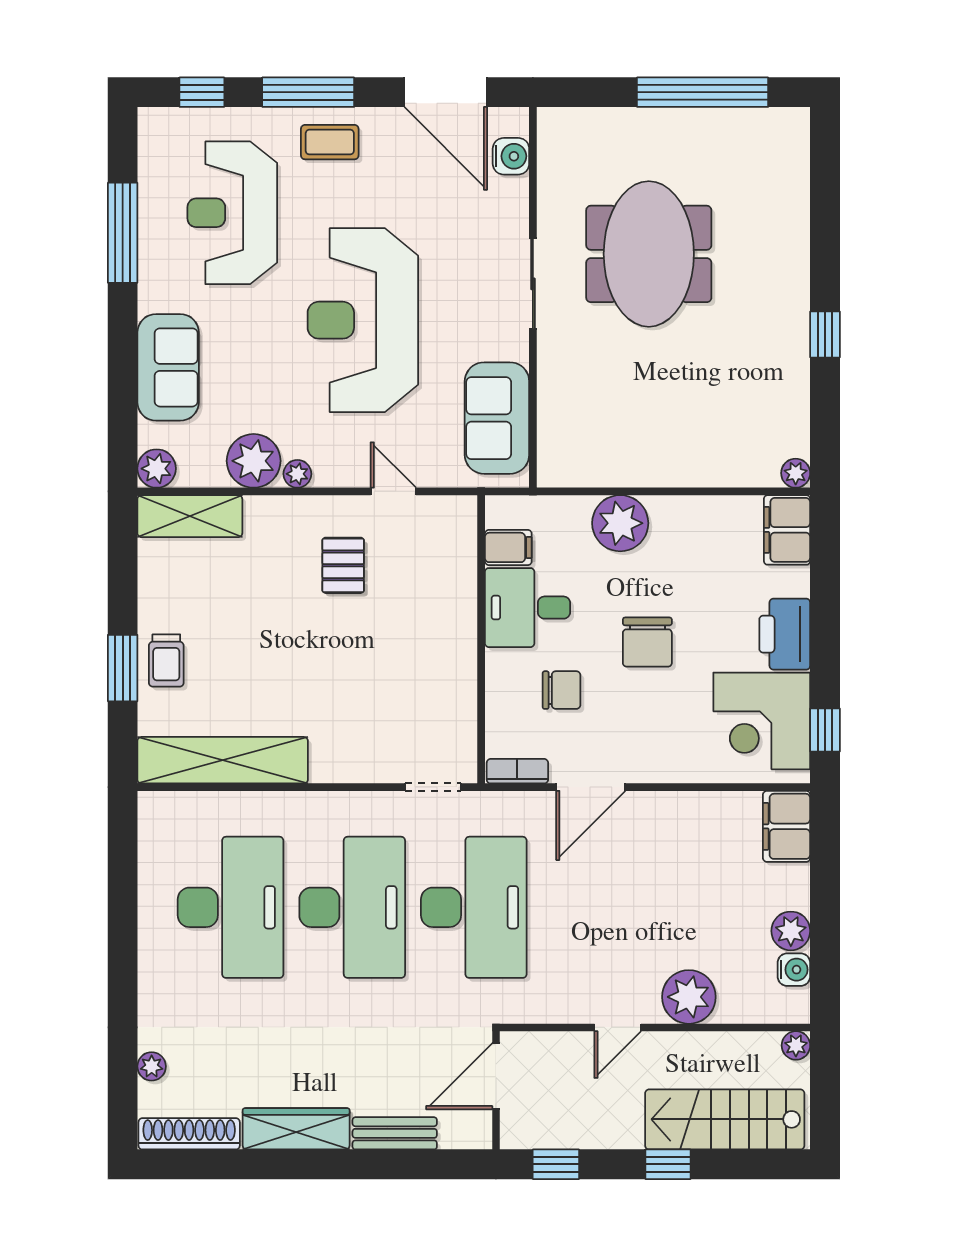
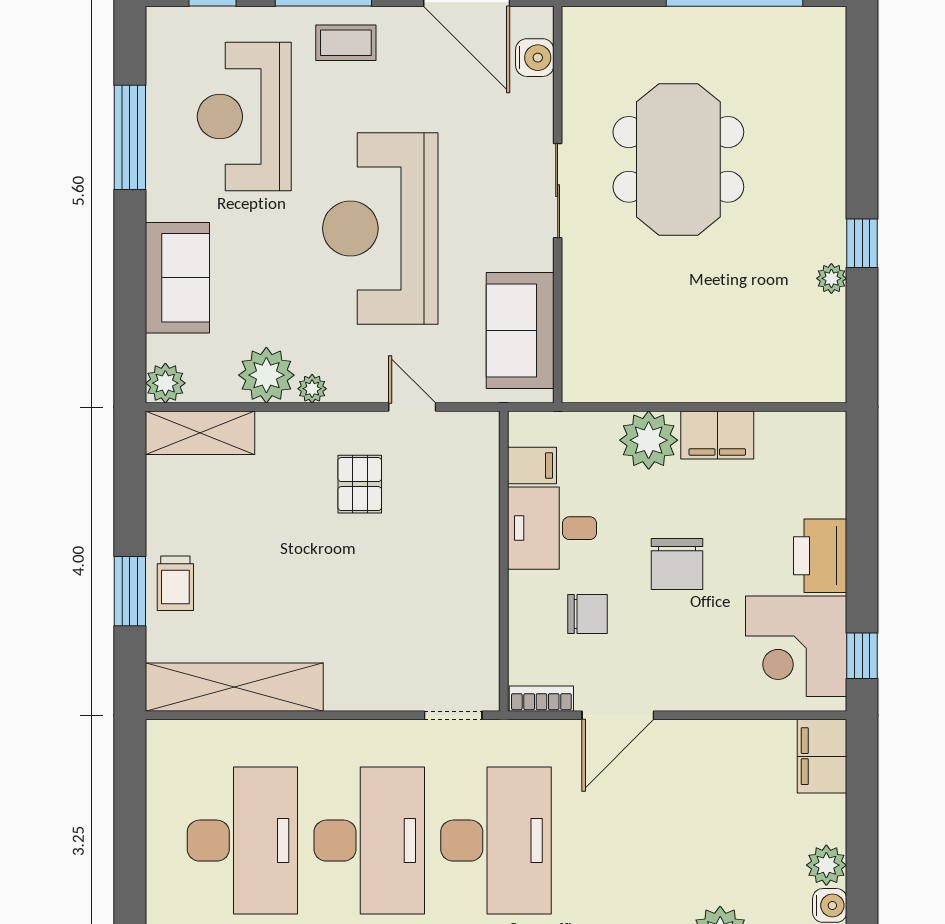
plant: (796, 473) -> (831, 278), moved
filing cabinet: (787, 530) -> (717, 435), moved, turned -90

